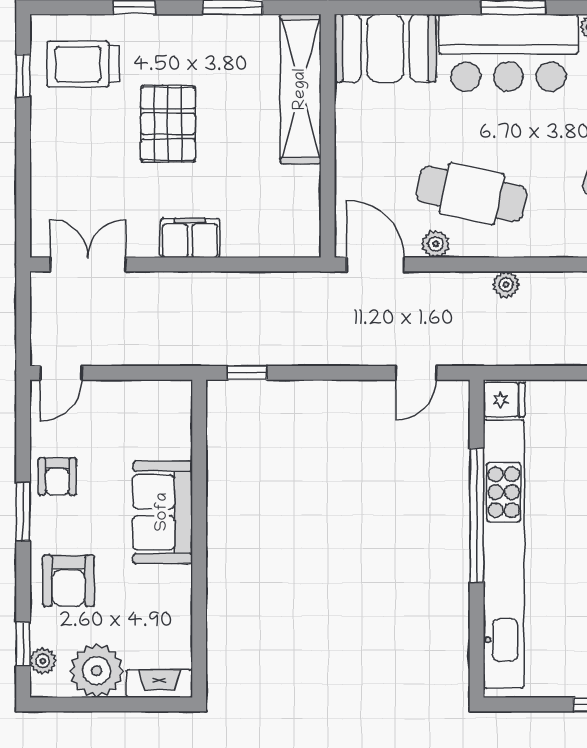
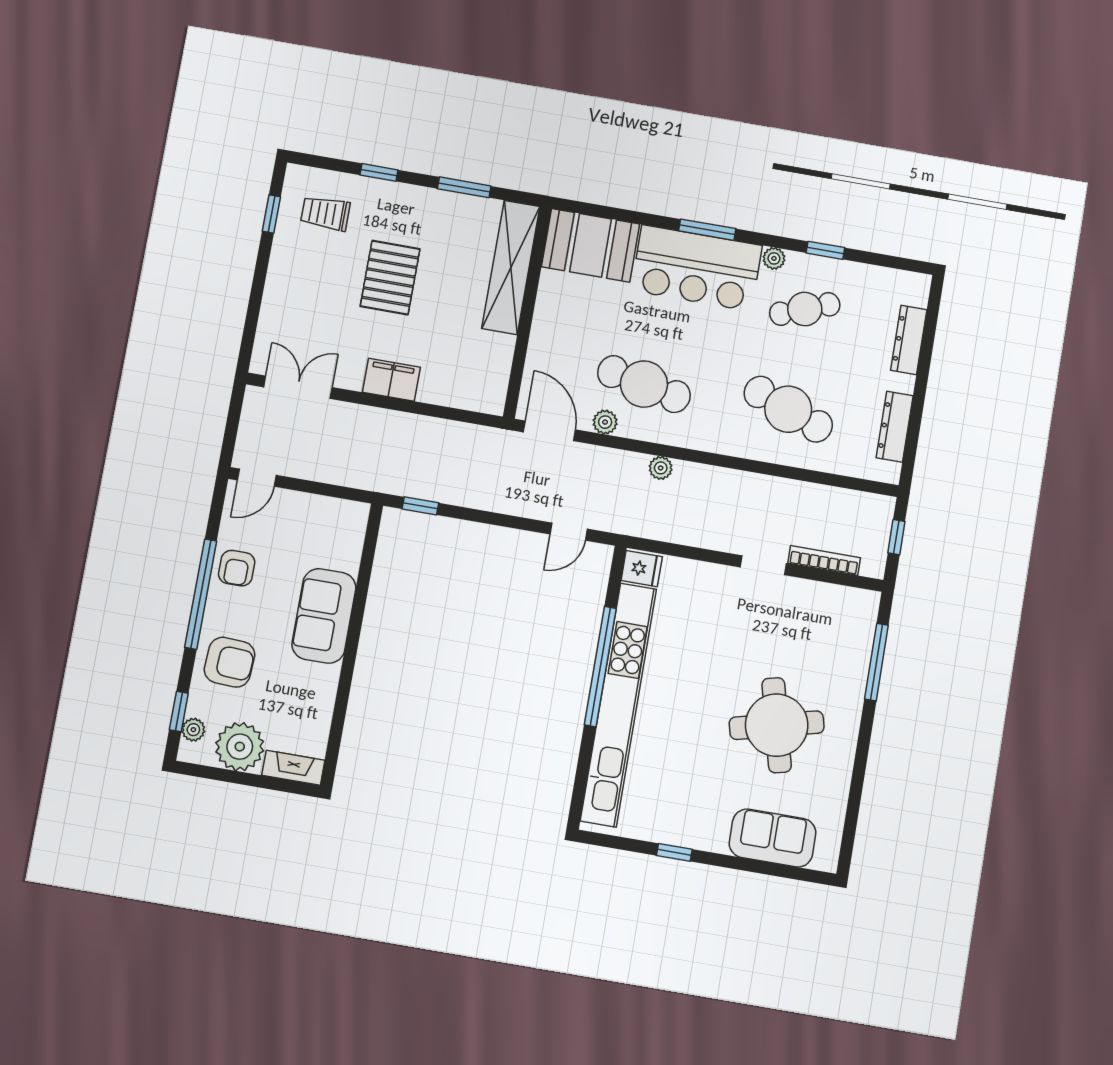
trolley: (83, 64) -> (325, 213), width x0.73, depth x0.72
window: (23, 512) -> (201, 594), width x2.11
armchair: (68, 581) -> (230, 662), turned -87

